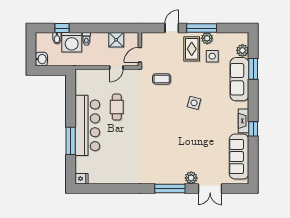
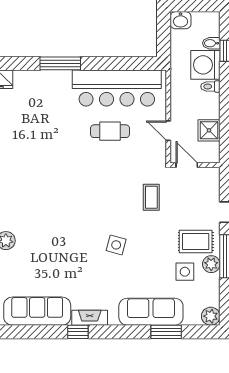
plant: (242, 50) -> (211, 316), moved
bar counter: (87, 125) -> (117, 88), moved

